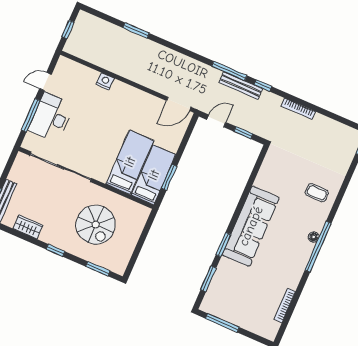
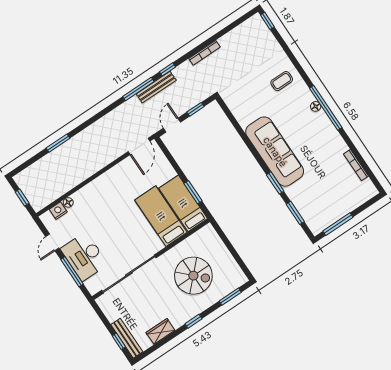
floor lamp: (90, 73) -> (68, 202), added
nightstand: (105, 81) -> (58, 211), moved

